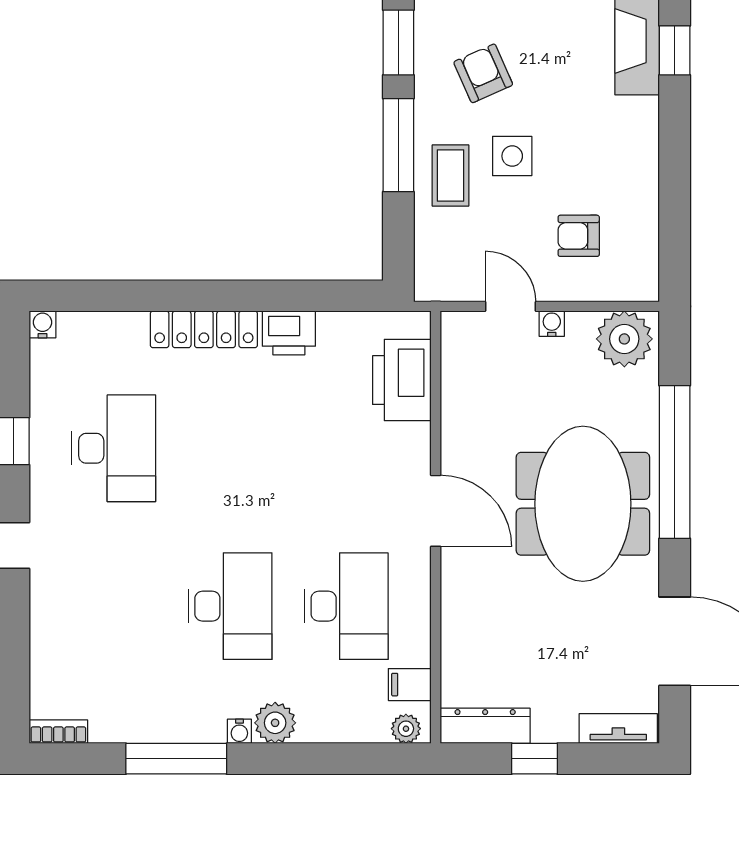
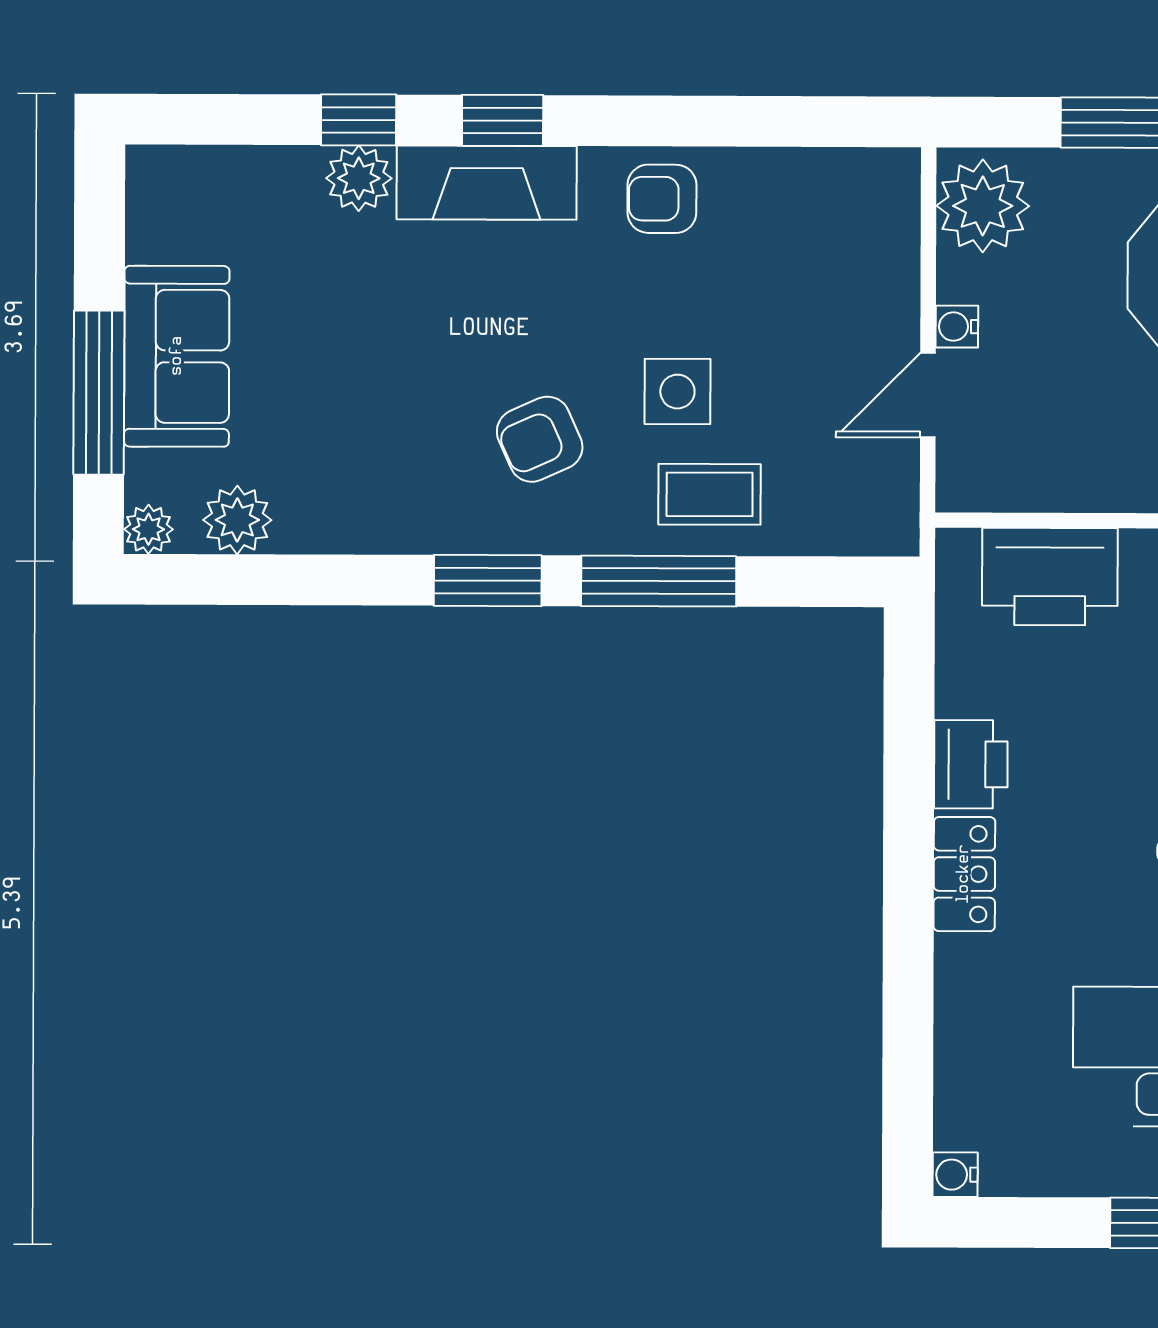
armchair: (579, 236) -> (662, 199), moved, turned 90
locker: (204, 329) -> (964, 874), width x0.66

